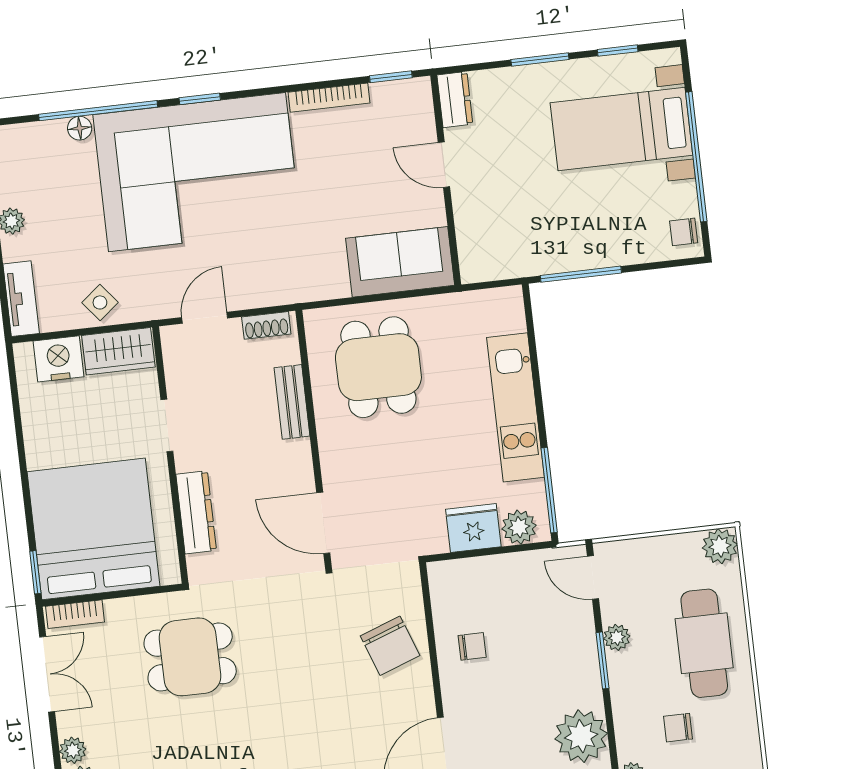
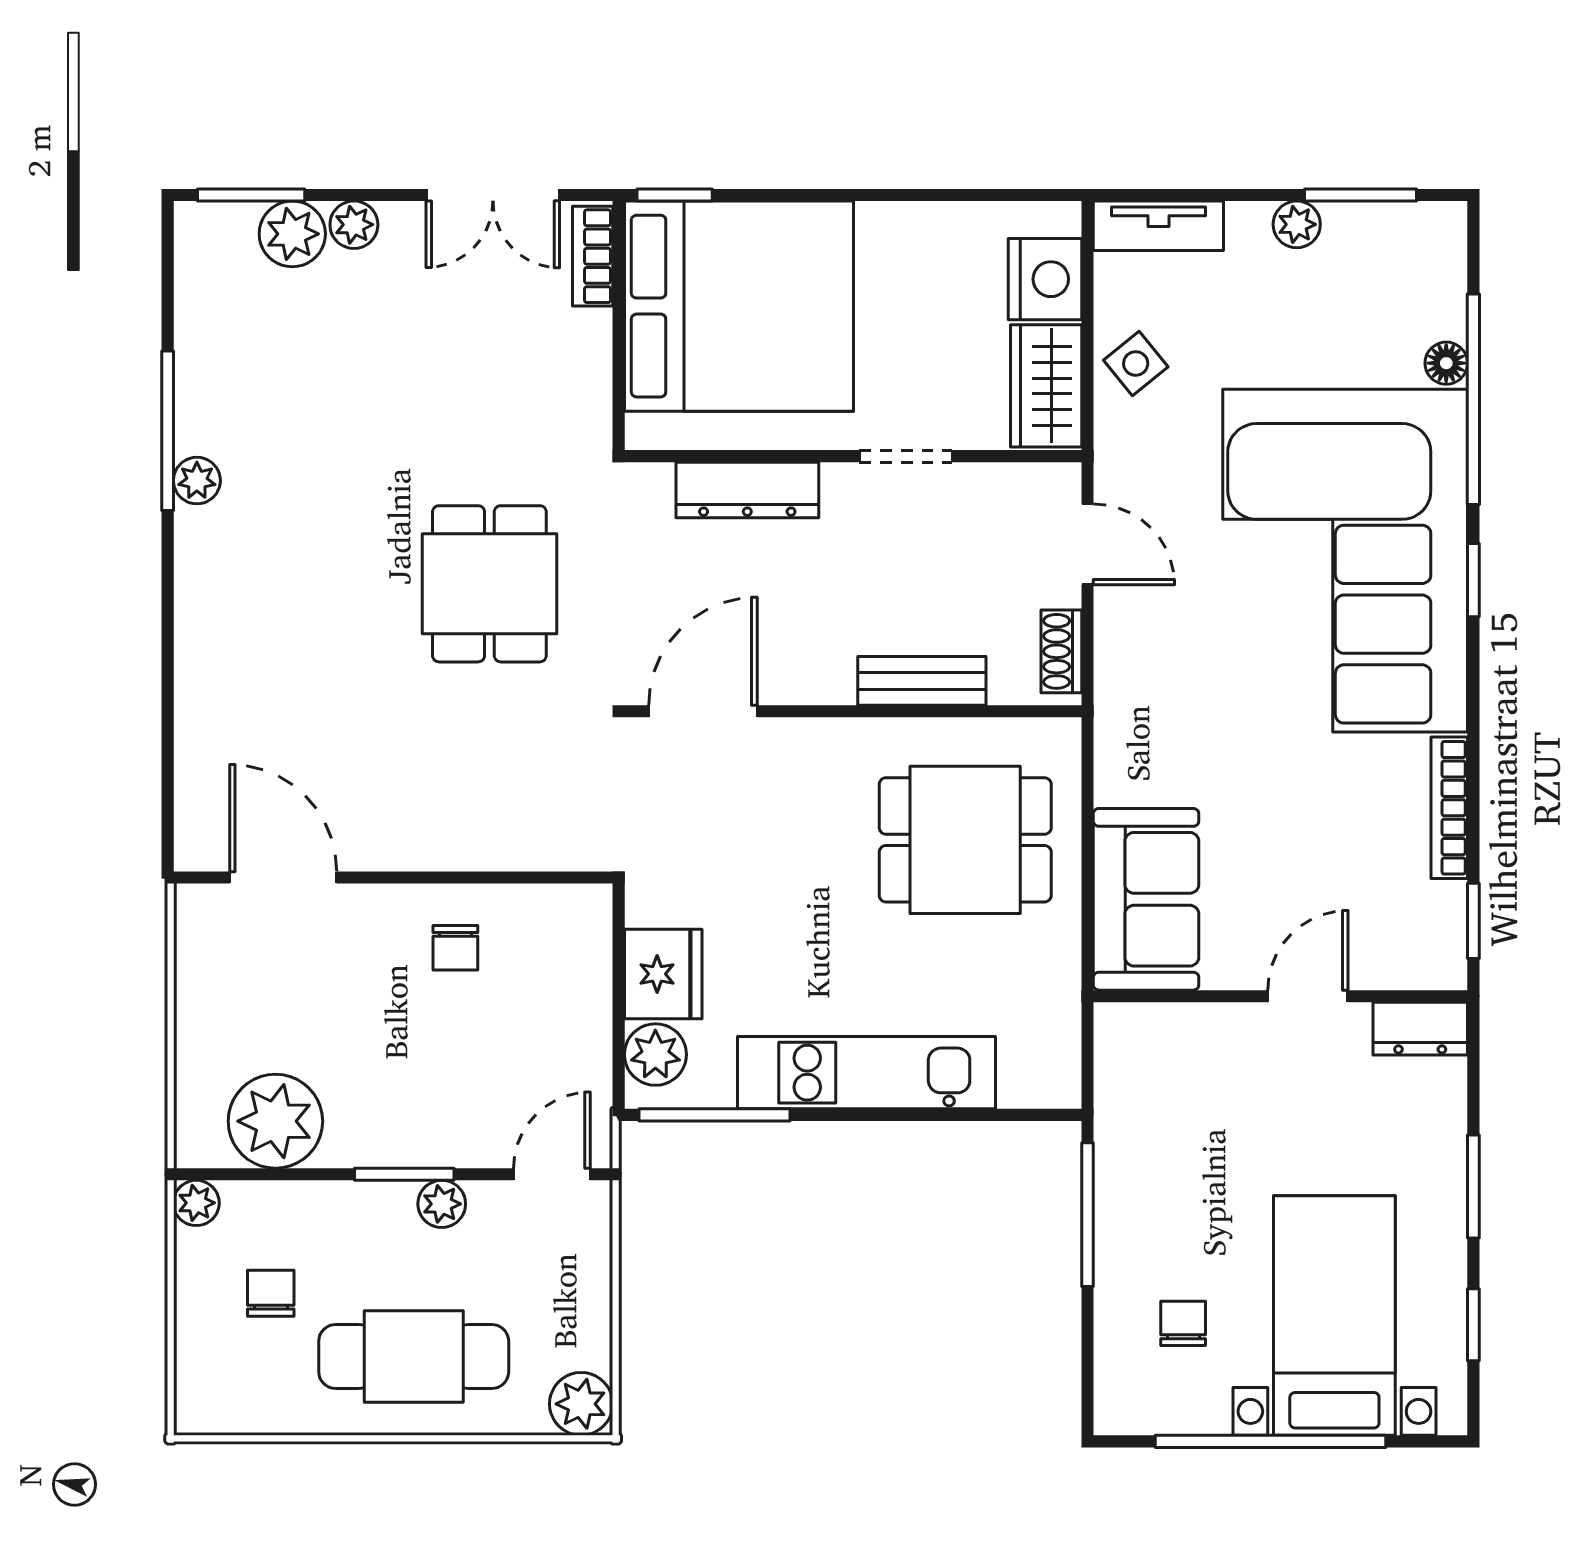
chair: (684, 232) -> (1183, 1323), moved
chair: (390, 646) -> (473, 804), removed
dining table: (190, 657) -> (489, 584), moved

